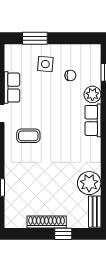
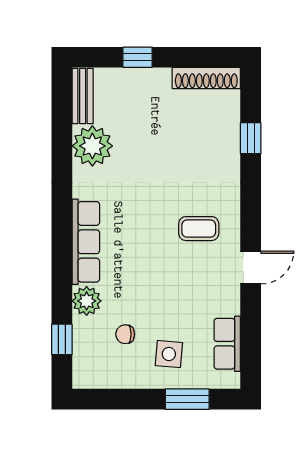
row of seats: (12, 88) -> (227, 344), moved
row of seats: (93, 120) -> (86, 242), width x1.48
shoe rack: (47, 222) -> (206, 78), moved

